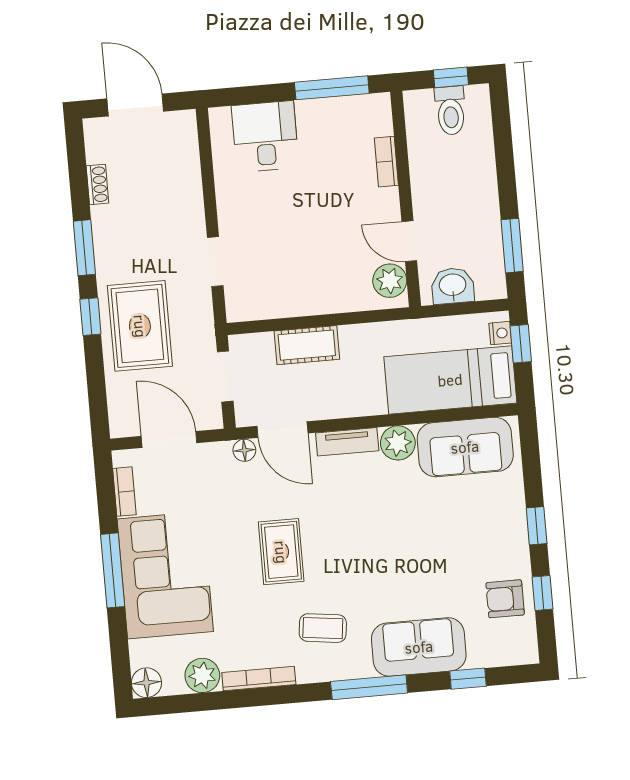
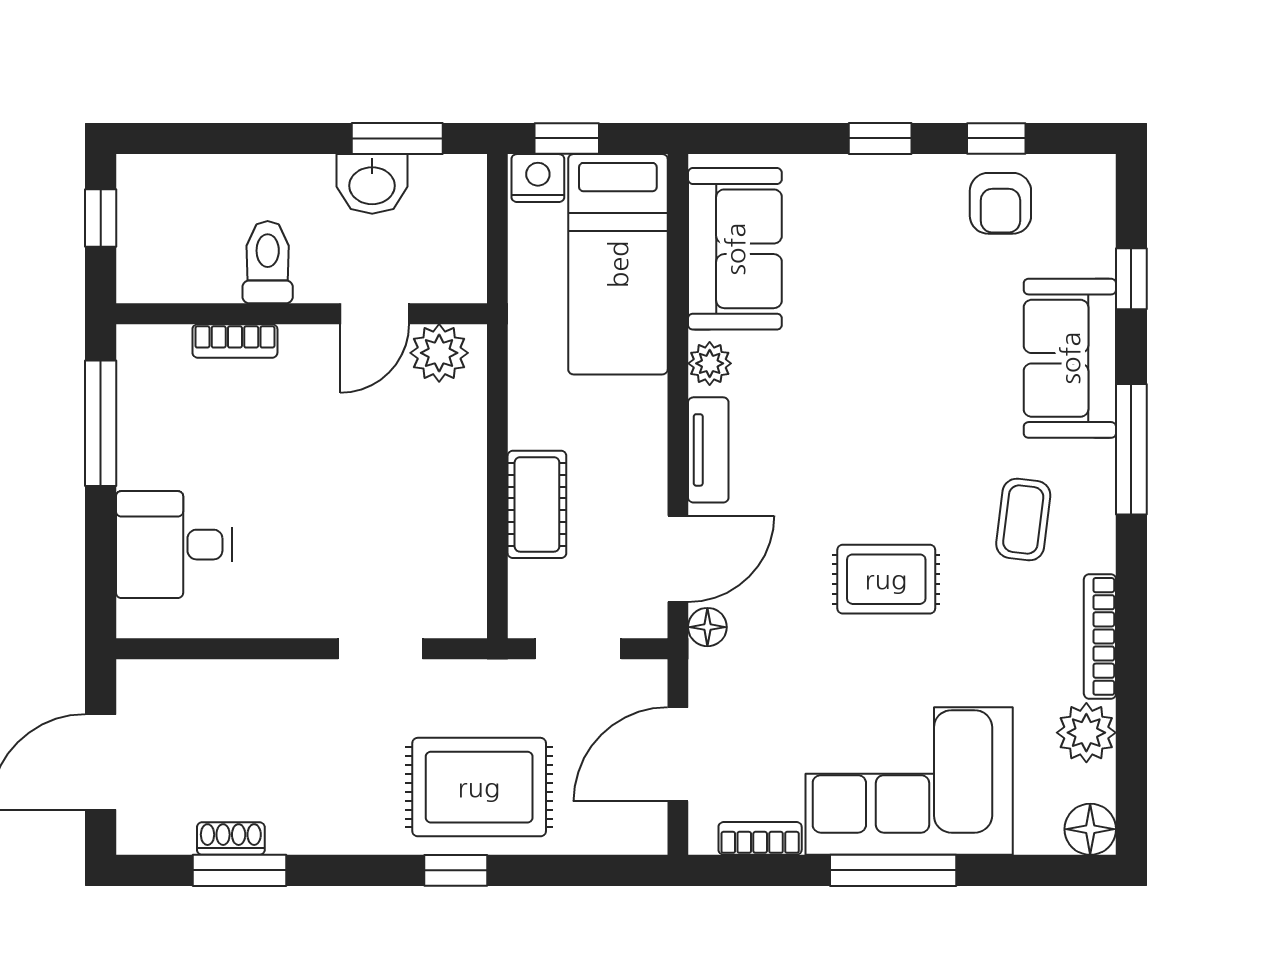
toilet: (451, 111) -> (268, 262), moved, turned -90
window: (84, 248) -> (240, 870), moved
washbasin: (453, 286) -> (372, 184), moved, turned -90
nightstand: (500, 333) -> (538, 178), width x1.39, depth x1.35
plant: (398, 443) -> (710, 363), width x0.73, depth x0.73

